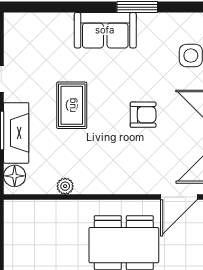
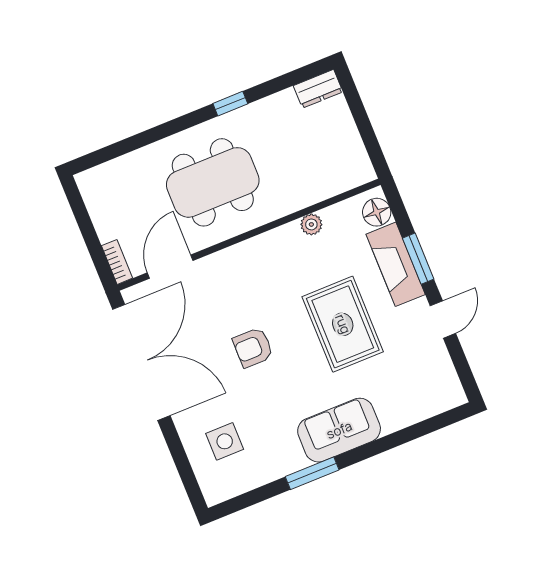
rug: (72, 105) -> (343, 324), width x1.36, depth x1.43

